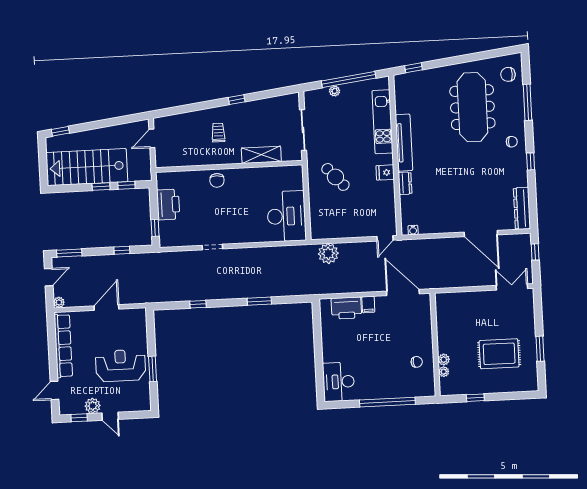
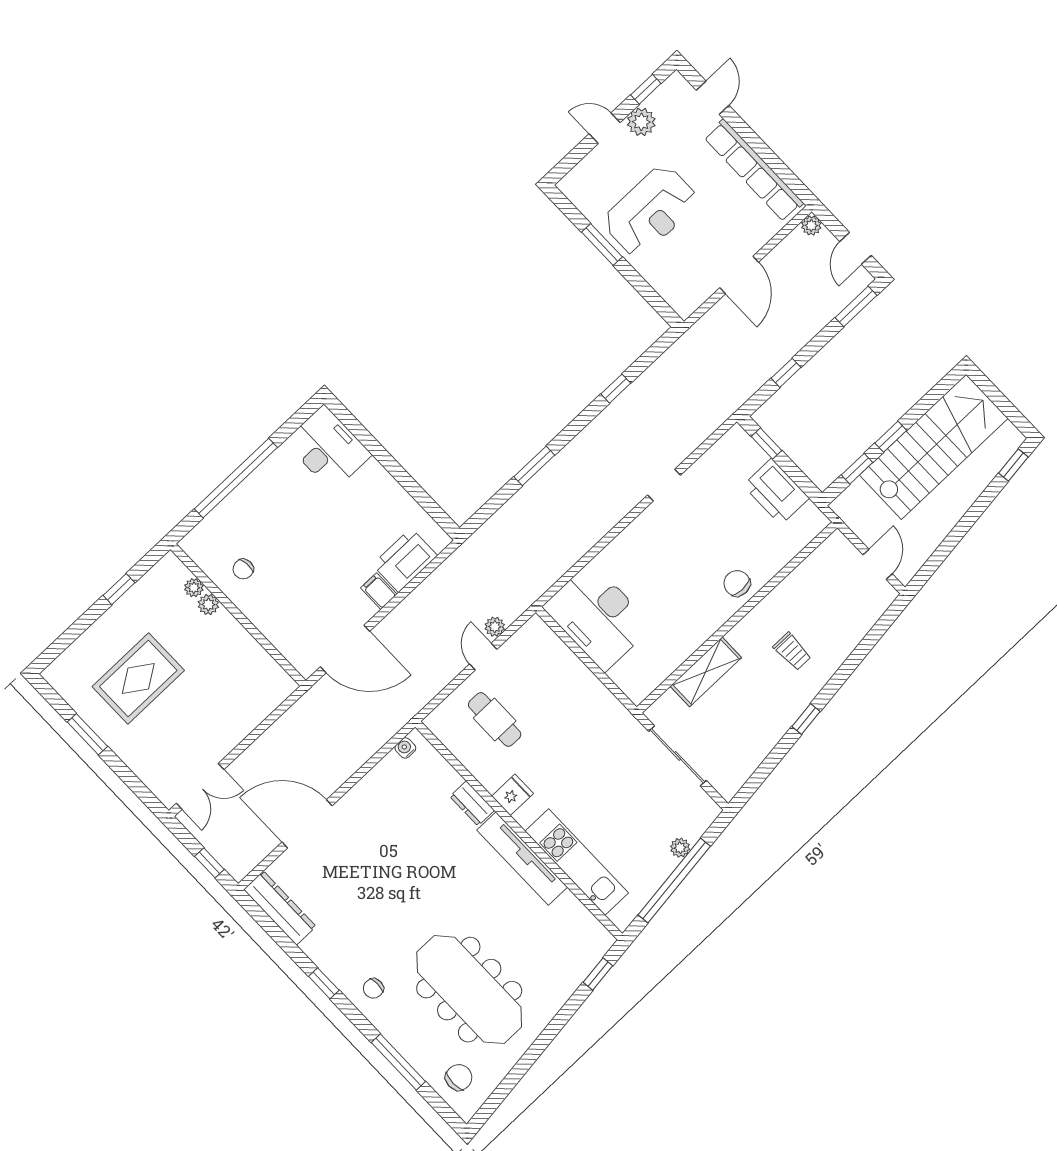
cafe table: (335, 177) -> (495, 720), moved, turned 42
door: (385, 238) -> (483, 657), moved
plant: (328, 254) -> (495, 627), width x0.53, depth x0.53

